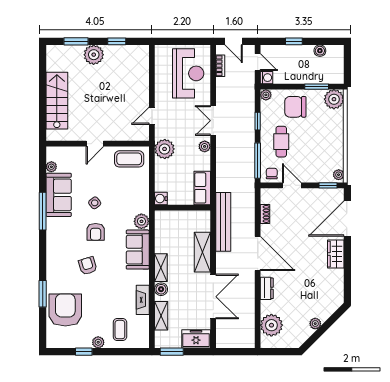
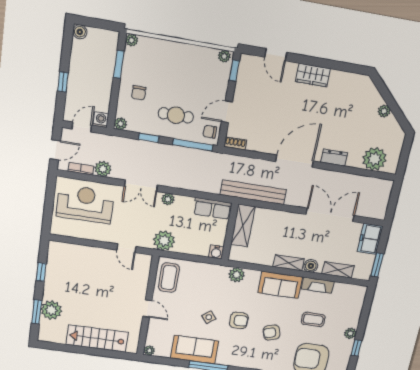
boiler: (320, 51) -> (80, 32), moved
plant: (94, 55) -> (51, 310), moved
plant: (223, 85) -> (103, 169), added
plant: (334, 99) -> (132, 40), width x0.53, depth x0.53
chair: (295, 107) -> (139, 93), width x0.54, depth x0.54
plant: (51, 167) -> (149, 351), moved
shoe rack: (265, 214) -> (235, 143), moved
door: (347, 218) -> (276, 55), width x0.53
sofa: (138, 250) -> (280, 285), moved
shelving: (202, 252) -> (243, 226), moved, turned 90
coffee table: (120, 330) -> (313, 319), moved

